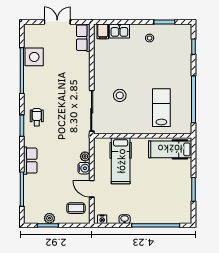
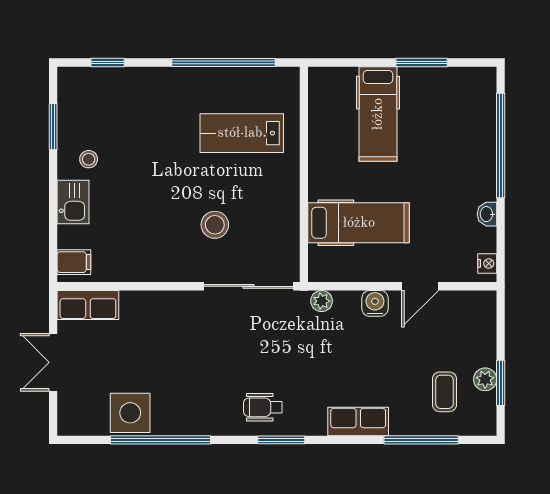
kitchen sink: (119, 31) -> (73, 202), moved
hospital bed: (170, 149) -> (378, 114), moved
plant: (85, 156) -> (322, 301), moved
coffee table: (76, 208) -> (444, 392), moved

